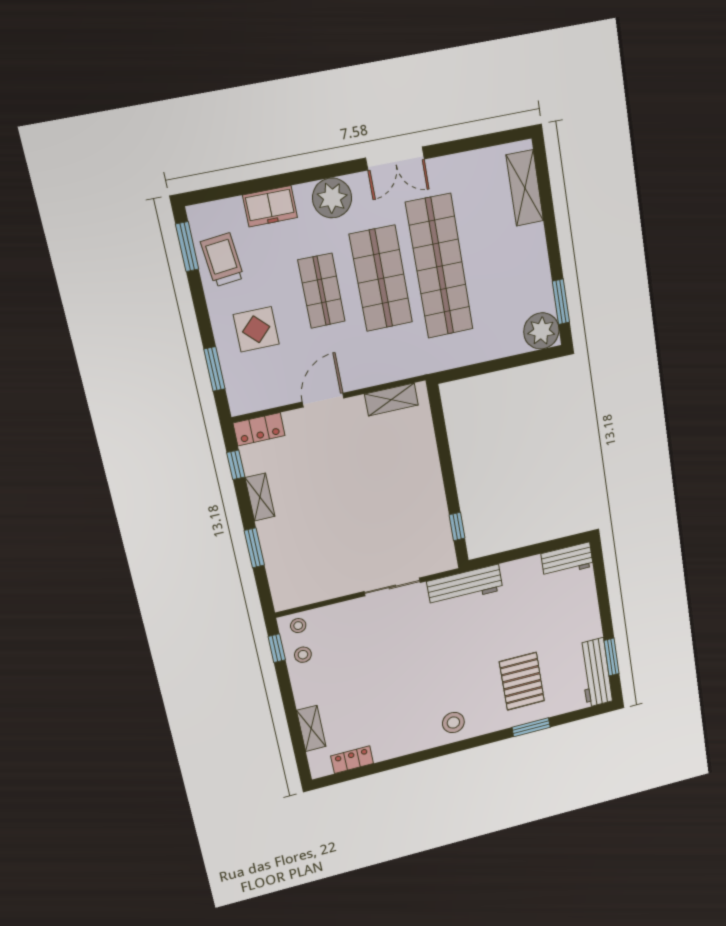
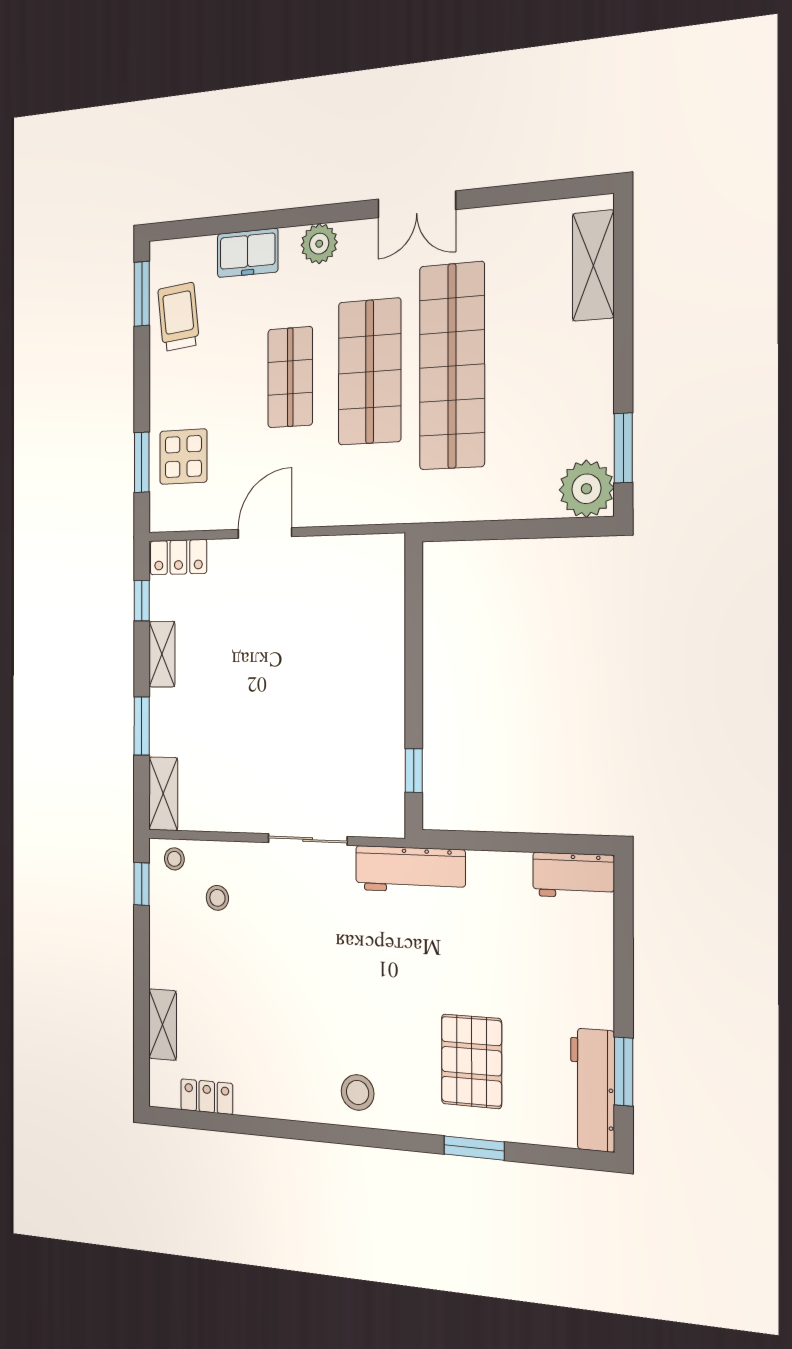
plant: (332, 198) -> (319, 244), width x0.73, depth x0.73
display table: (256, 329) -> (183, 457), moved
shelving: (391, 400) -> (163, 794), moved, turned 90
stool: (303, 655) -> (217, 898), moved

